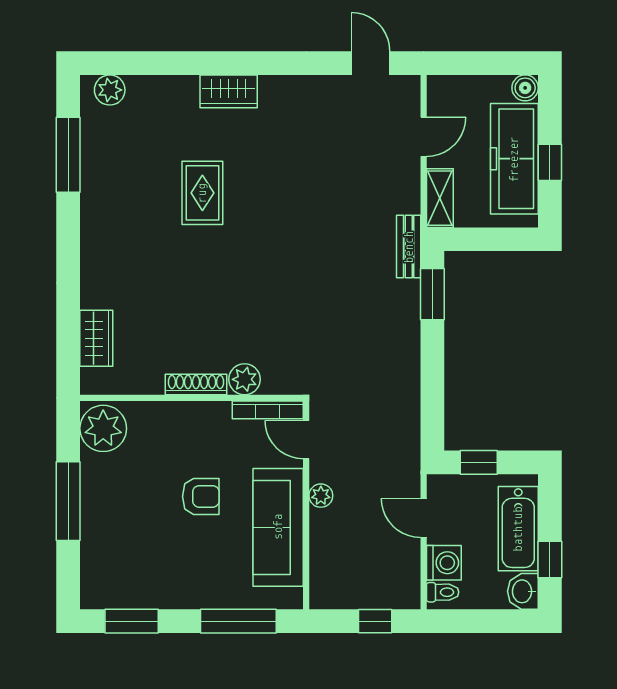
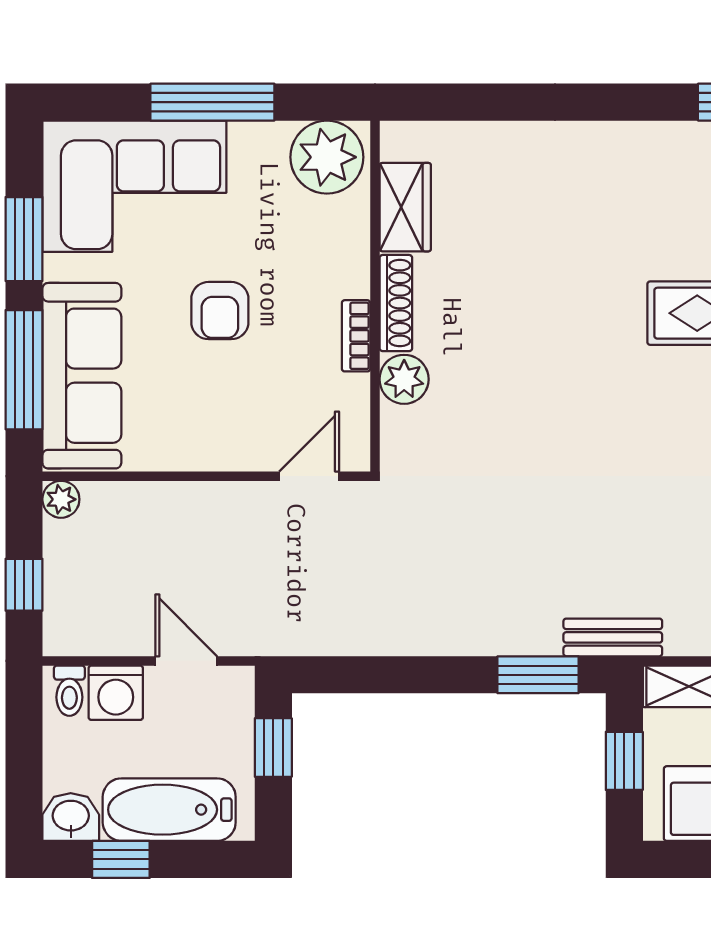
window: (487, 239) -> (624, 761), added
wardrobe: (96, 338) -> (405, 207), moved, turned -90
bookcase: (268, 410) -> (356, 336), moved, width x0.64
plant: (321, 496) -> (61, 499), moved
door: (424, 518) -> (186, 661), hinge flipped
sofa: (278, 527) -> (82, 376), moved, turned 90
corner sofa: (122, 551) -> (134, 186), added
window: (132, 621) -> (24, 239), moved

